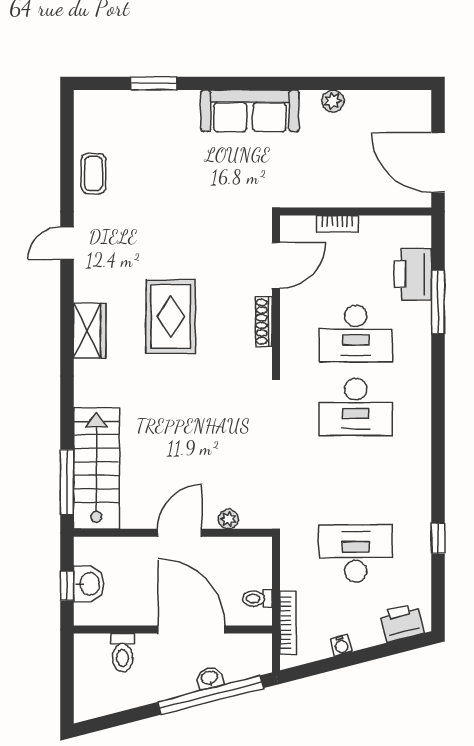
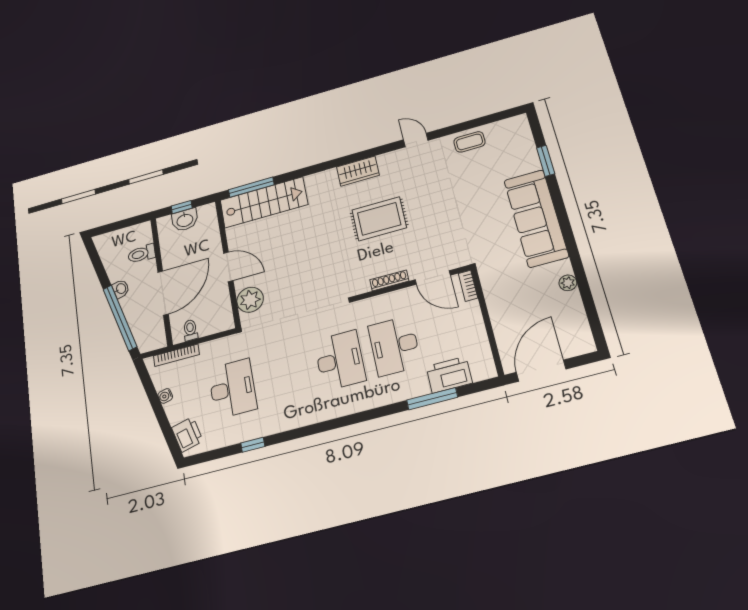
sofa: (250, 111) -> (536, 218), width x1.36, depth x1.27
bookcase: (337, 224) -> (468, 286), moved
desk: (356, 407) -> (340, 360), turned 180
plant: (228, 519) -> (250, 300), width x1.87, depth x1.87
washbasin: (210, 678) -> (121, 289), moved

